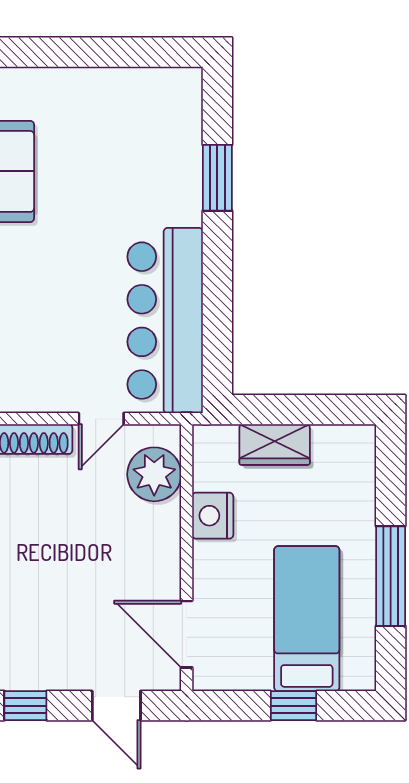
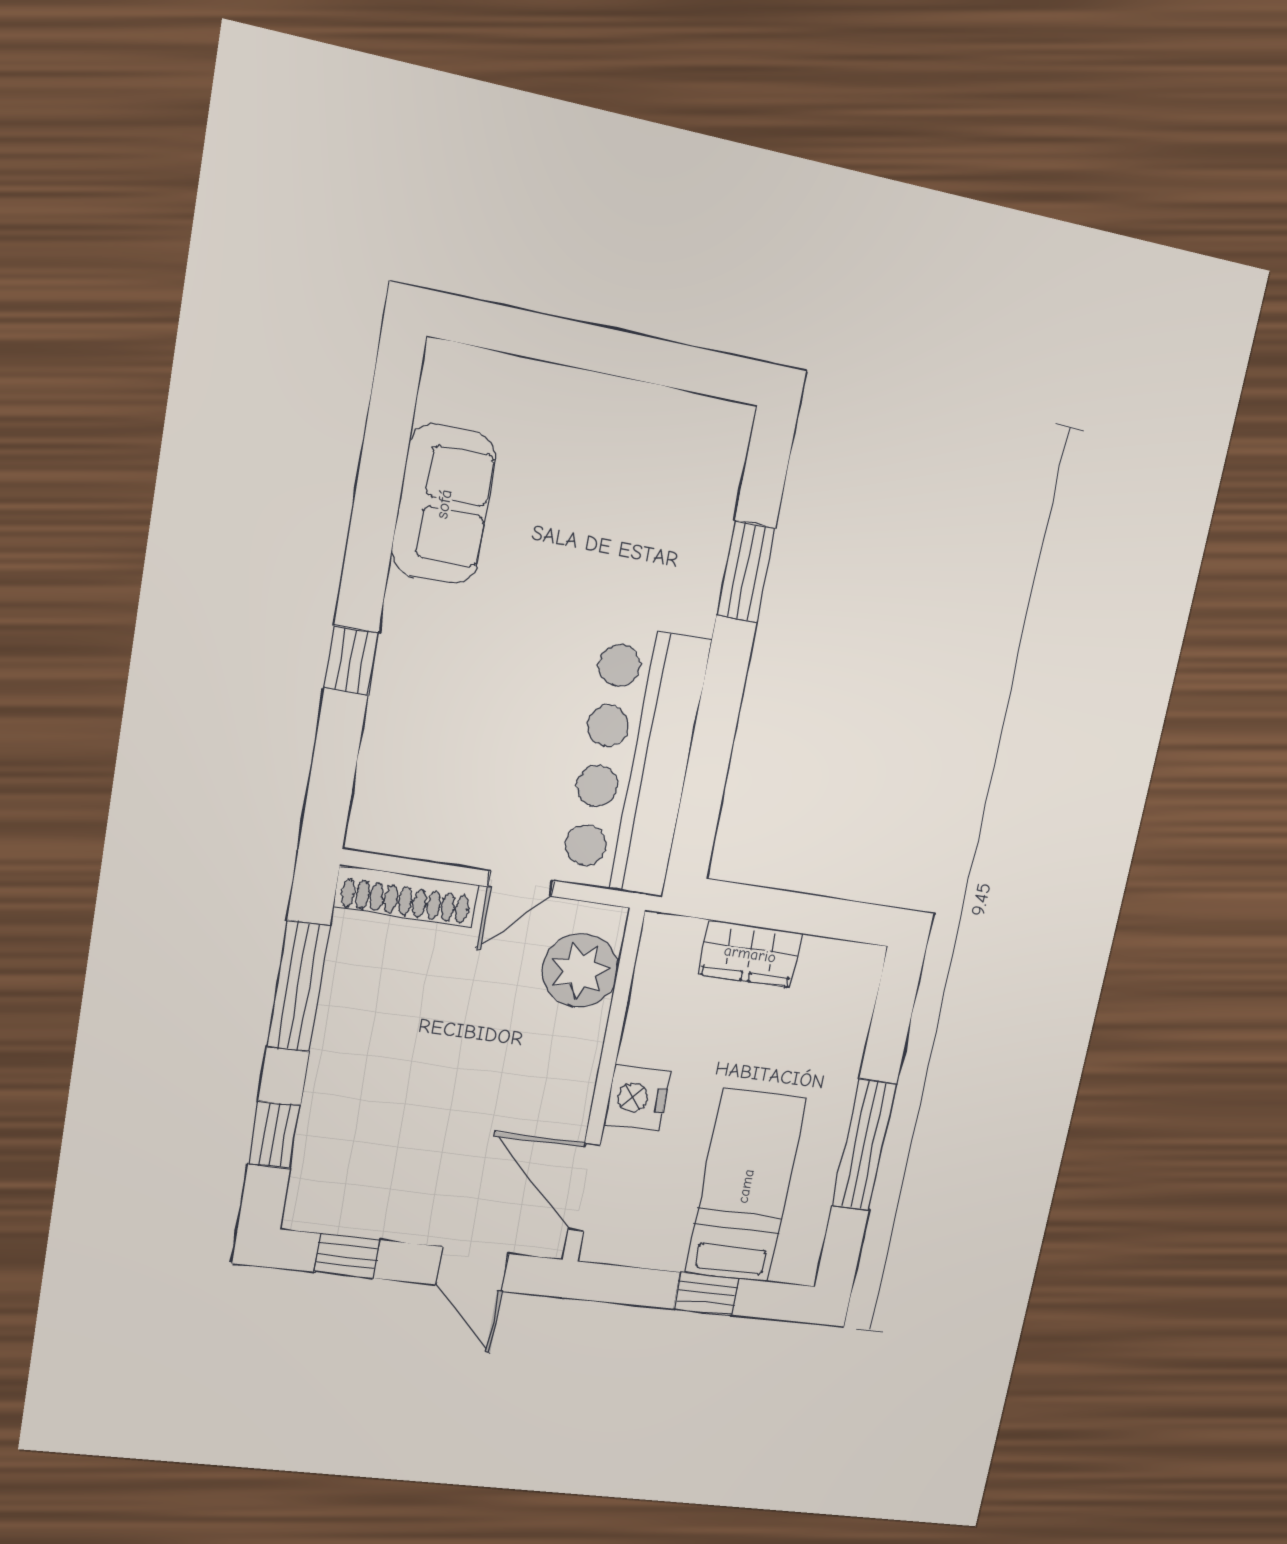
nightstand: (213, 516) -> (637, 1098), moved

